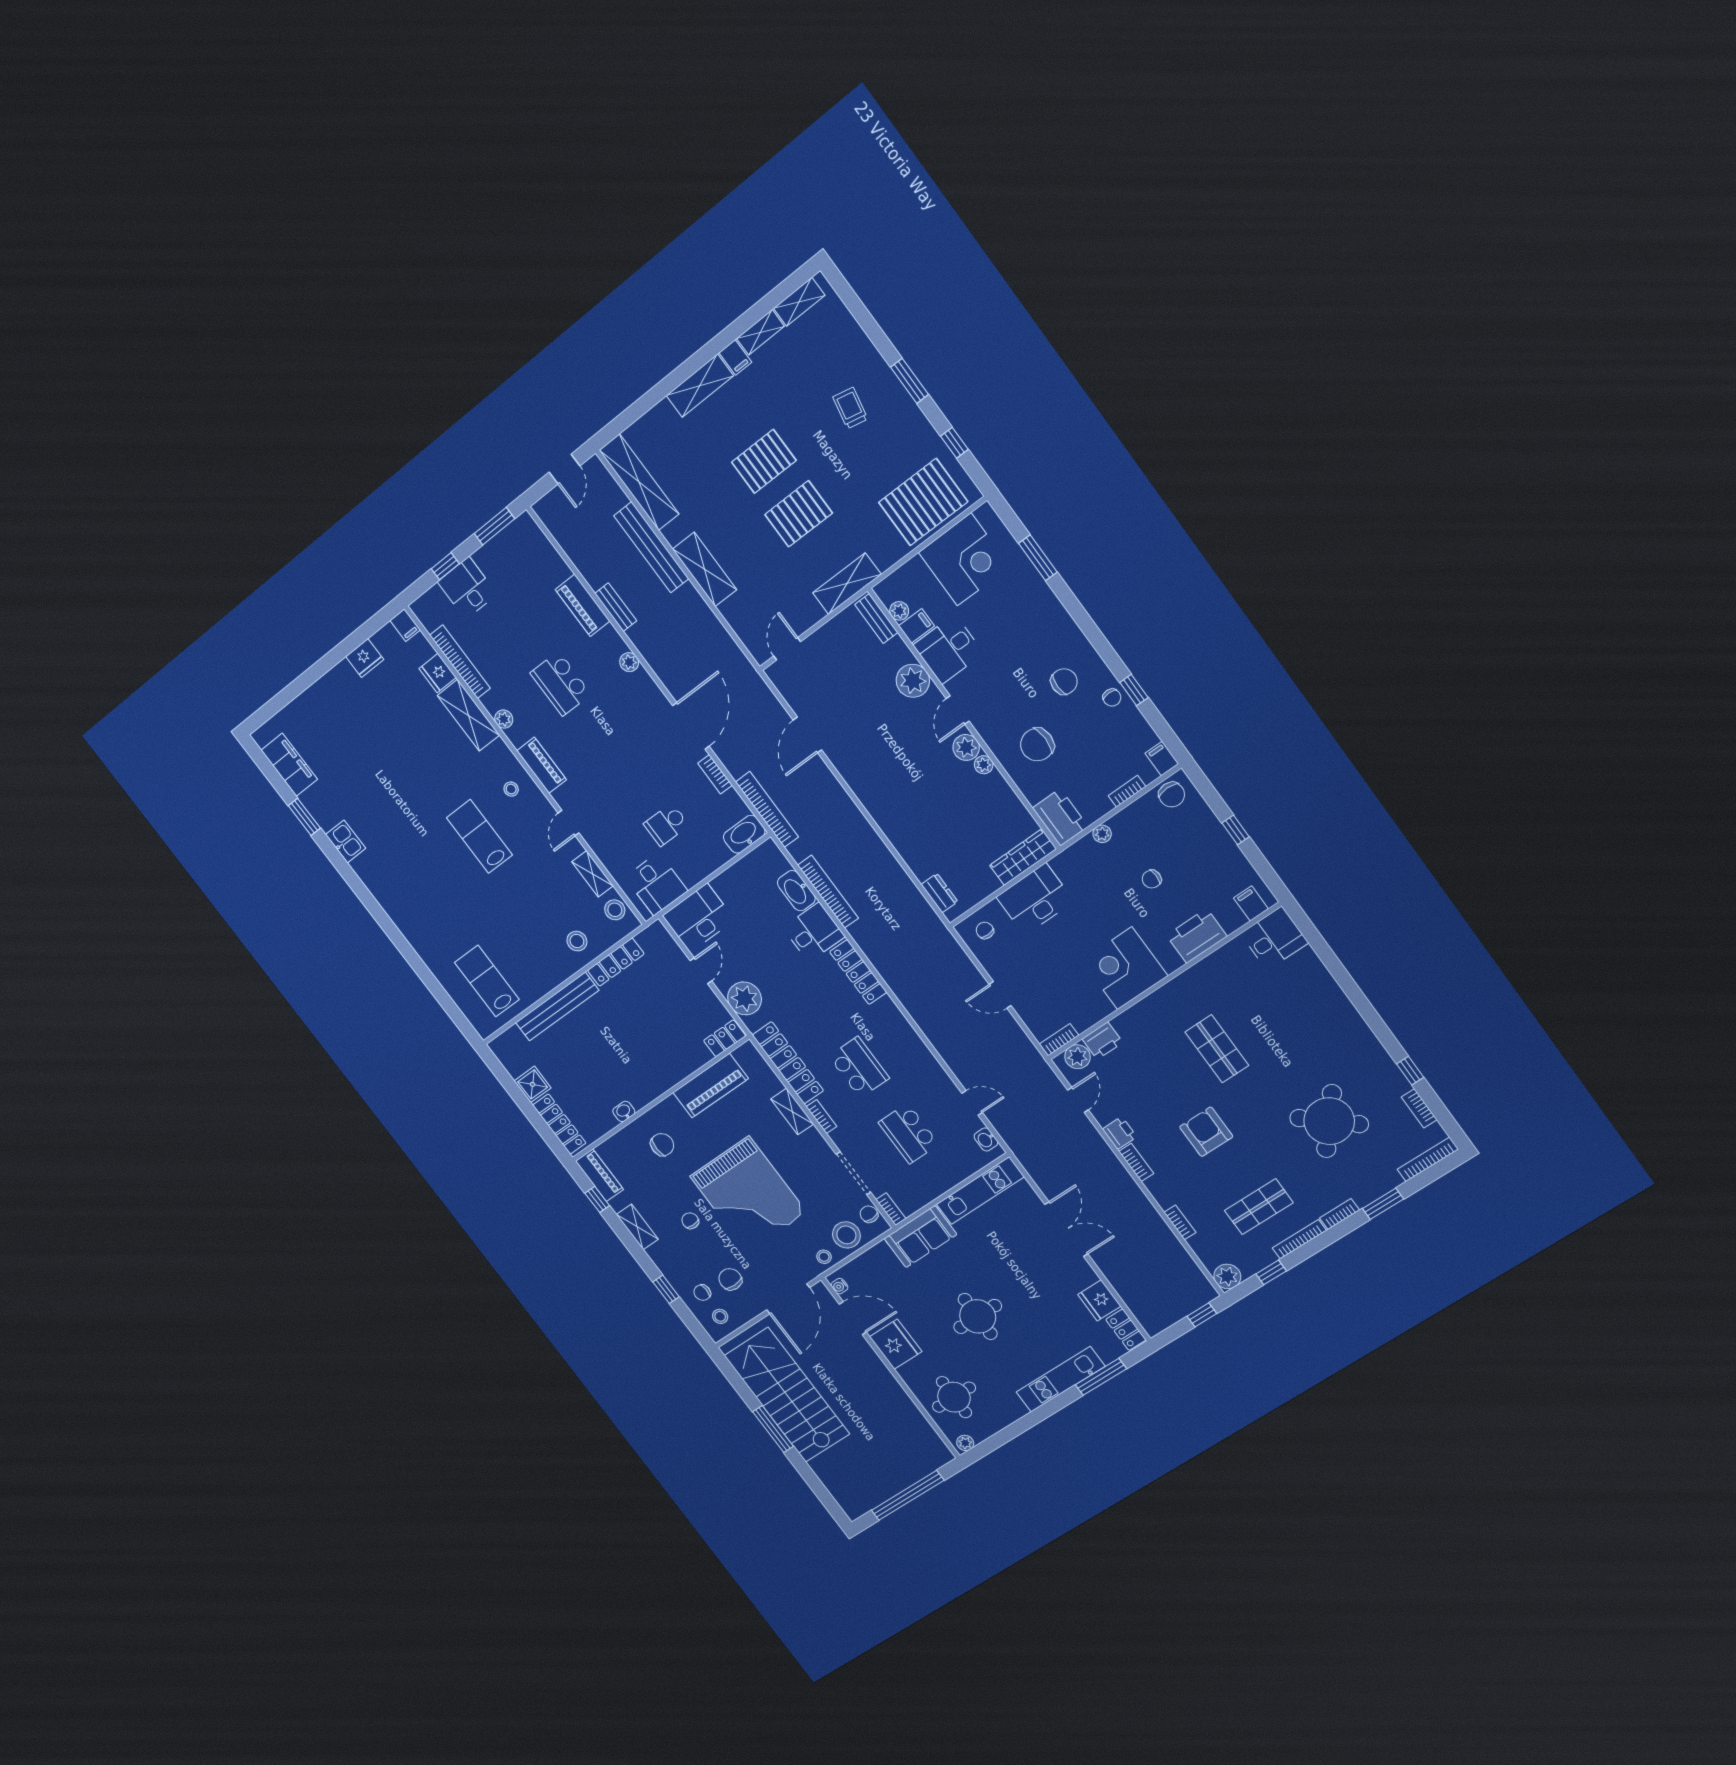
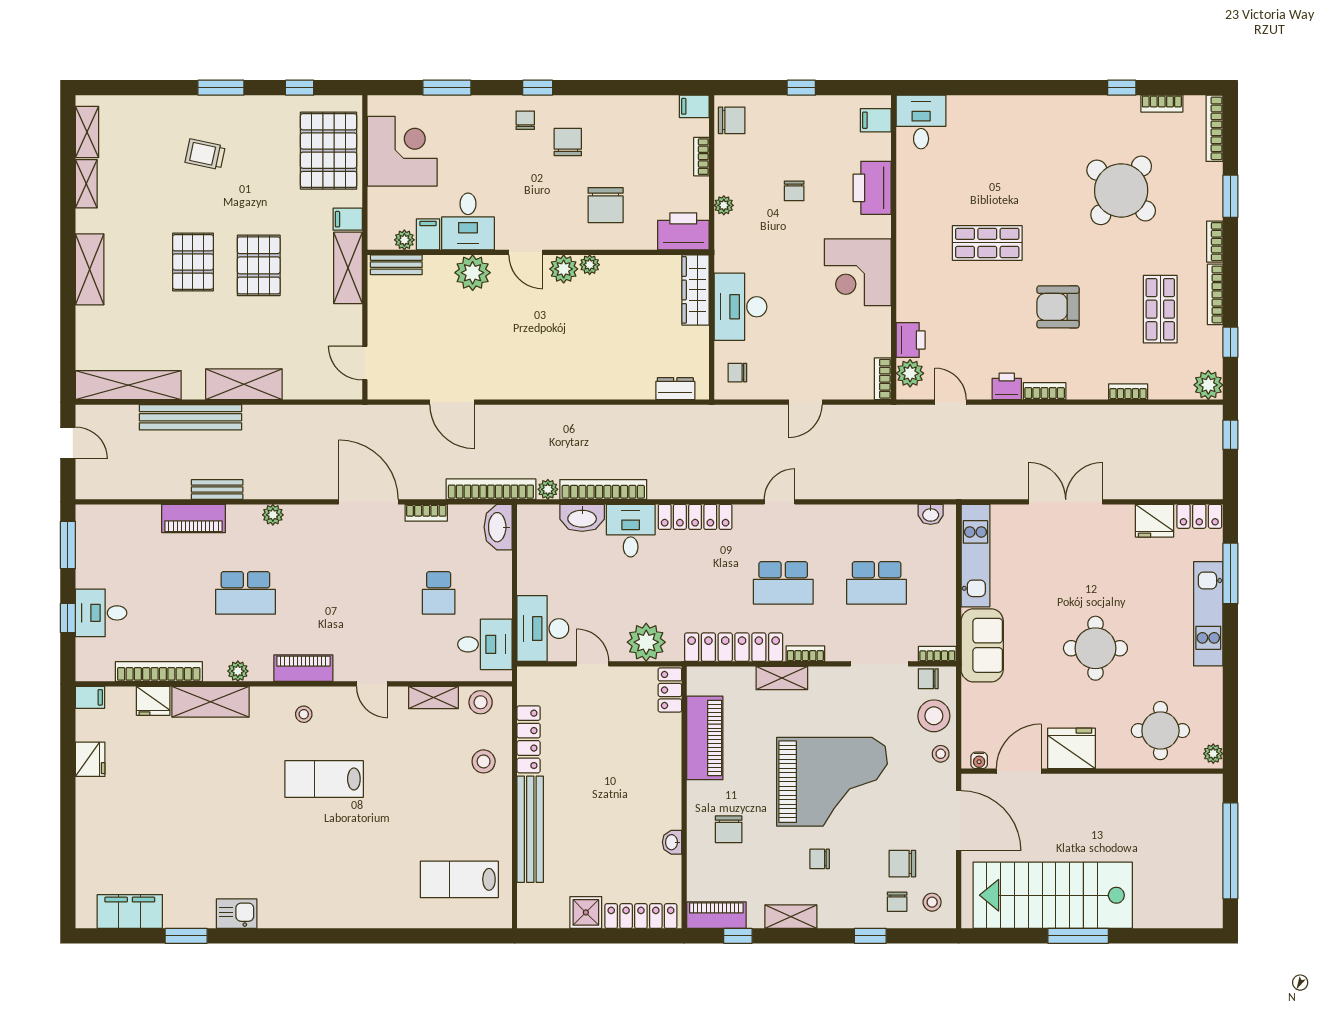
filing cabinet: (735, 357) -> (348, 219), moved, turned 180
window: (1134, 690) -> (538, 88), moved
chair: (1112, 698) -> (525, 120), moved, turned -90
plant: (798, 851) -> (548, 489), added
school desk: (859, 1067) -> (783, 583), turned 180
door: (972, 1103) -> (780, 502), moved
chair: (662, 1145) -> (729, 829), turned 180

